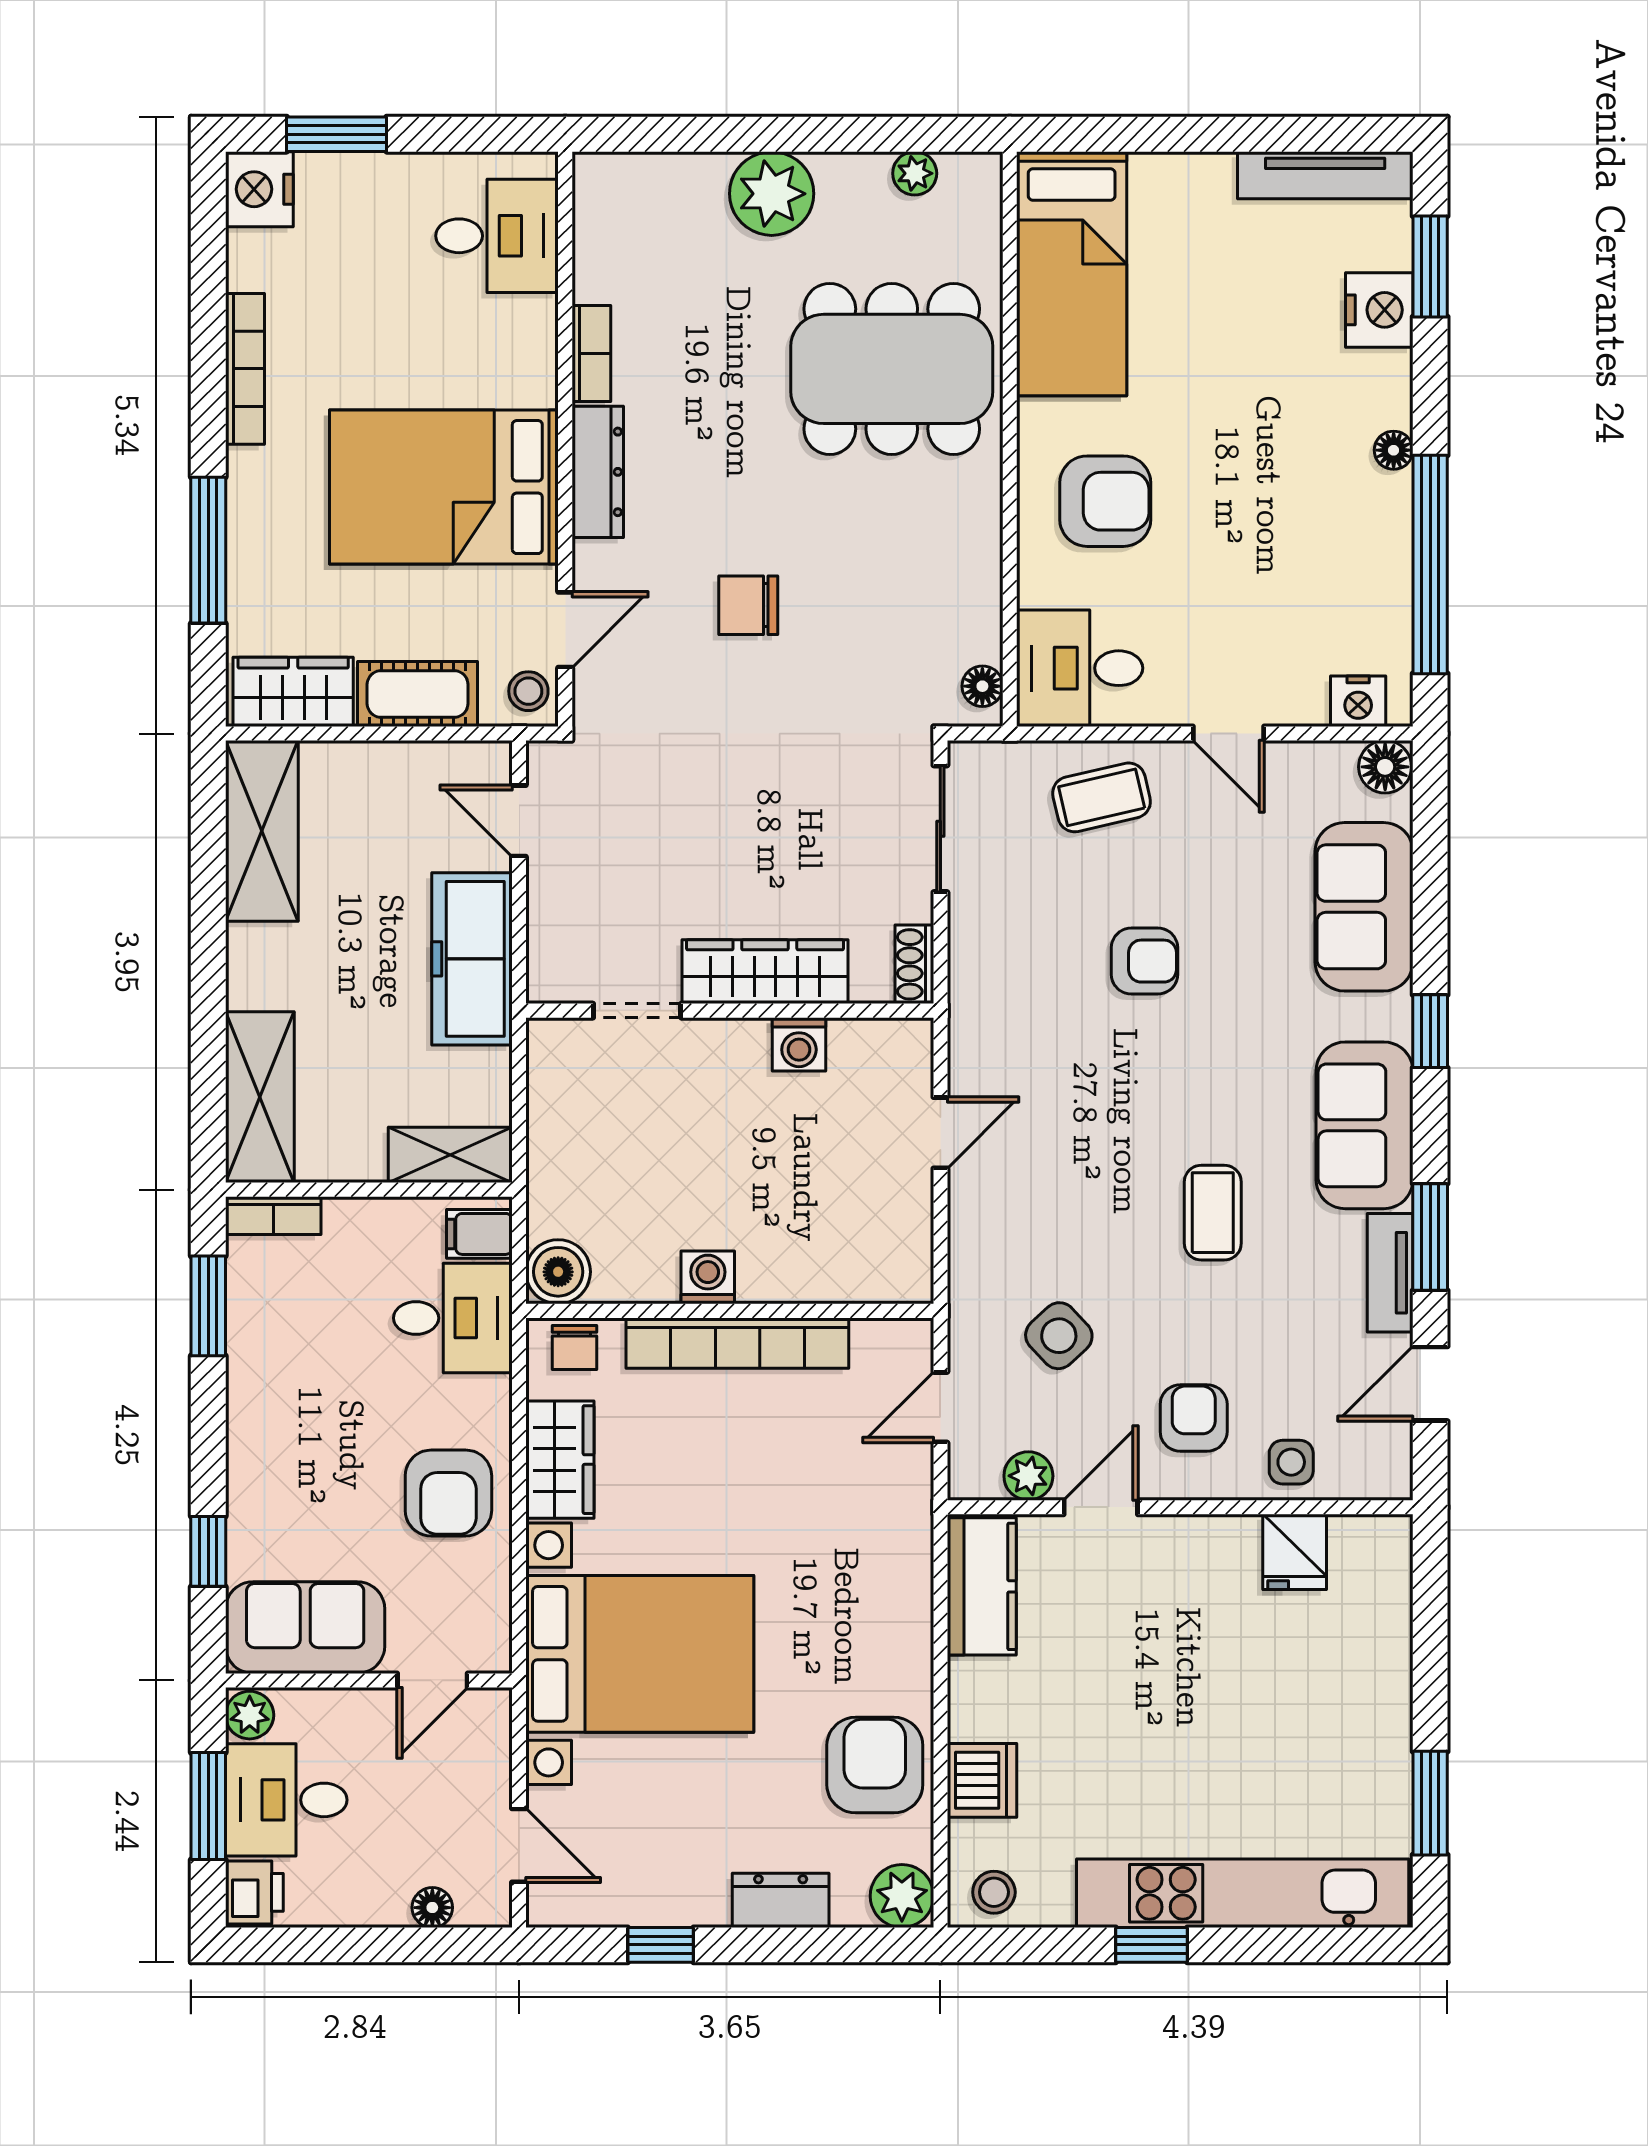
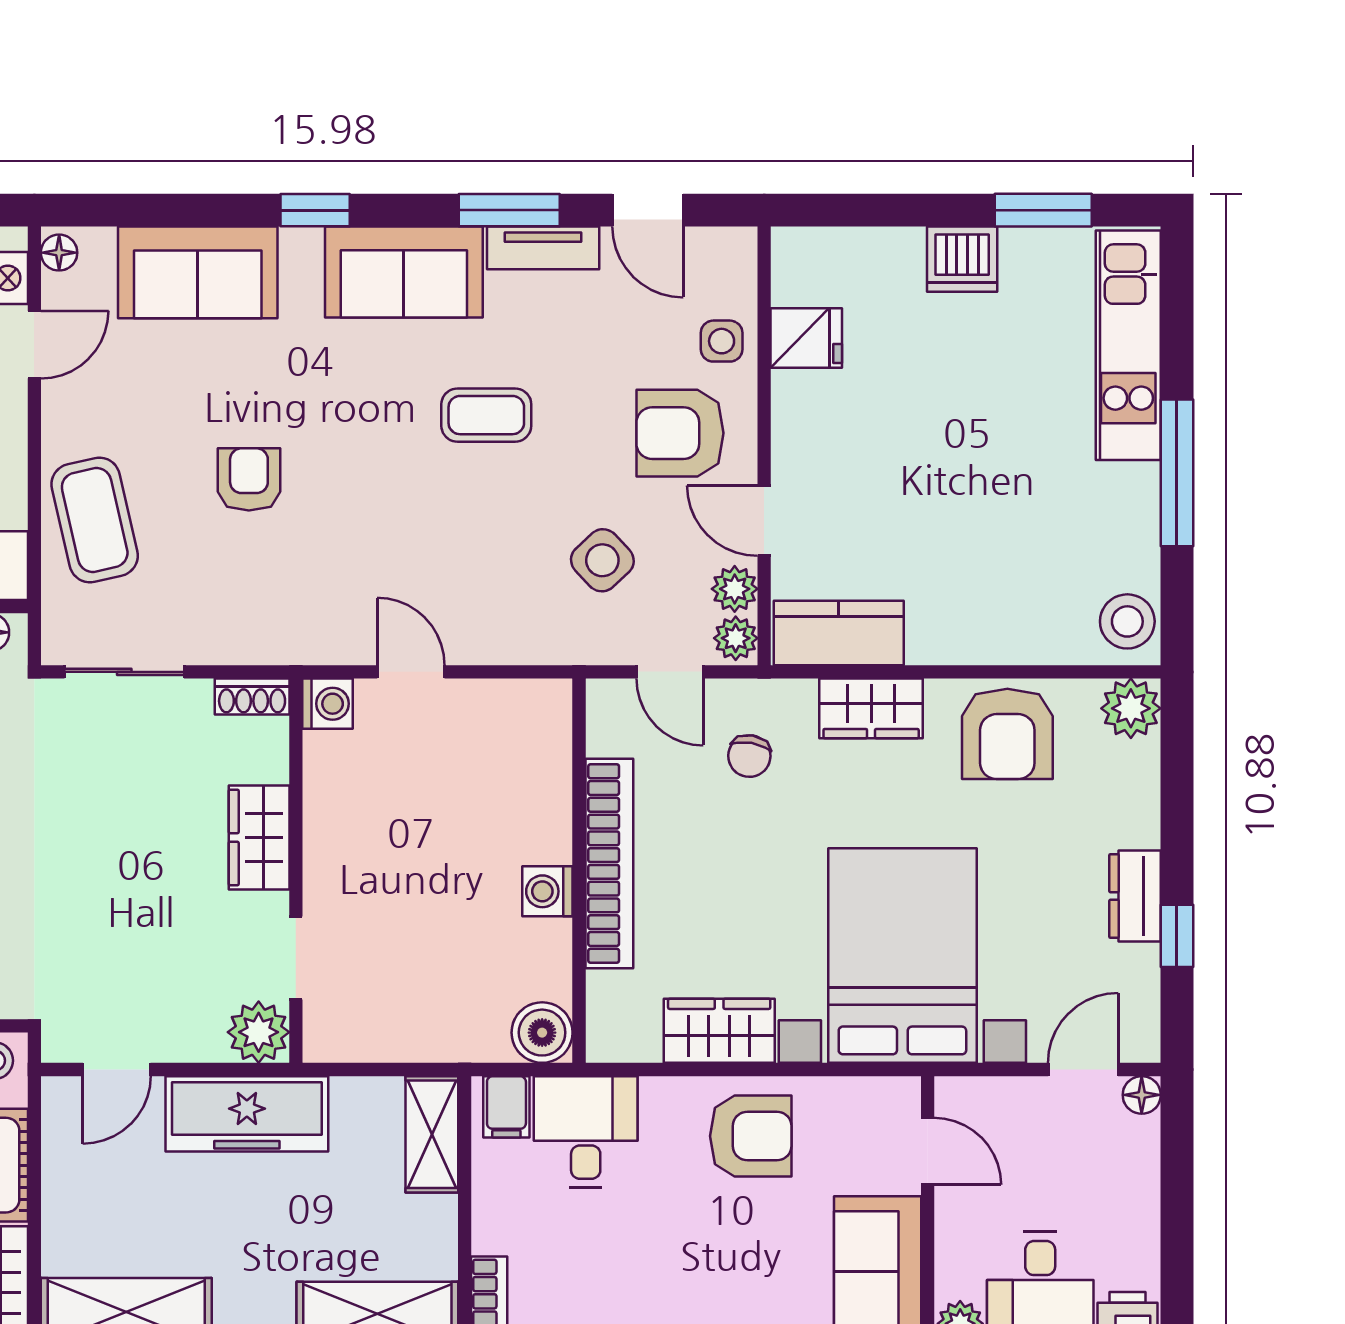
door: (1229, 734) -> (34, 345), moved
floor lamp: (1385, 767) -> (59, 253), width x0.73, depth x0.73
coffee table: (1102, 797) -> (95, 520), width x1.36, depth x1.30
plant: (558, 971) -> (259, 1032), added
wardrobe: (765, 972) -> (259, 837), width x0.67
washing machine: (799, 1044) -> (328, 704), moved
chair: (574, 1347) -> (749, 756), moved, turned 100
armchair: (1194, 1418) -> (680, 433), width x1.38, depth x1.38
plant: (976, 1477) -> (736, 638), added
wardrobe: (902, 1621) -> (871, 708), added
armchair: (875, 1765) -> (1007, 734), turned -90
dishwasher: (982, 1780) -> (962, 259), moved, turned 180
stool: (994, 1892) -> (1127, 621), width x1.37, depth x1.37
kitchen unit: (1243, 1893) -> (1128, 345), width x0.73
dresser: (781, 1900) -> (1135, 896), moved
floor lamp: (432, 1908) -> (1142, 1095), moved
window: (1152, 1945) -> (1177, 473), width x2.17

